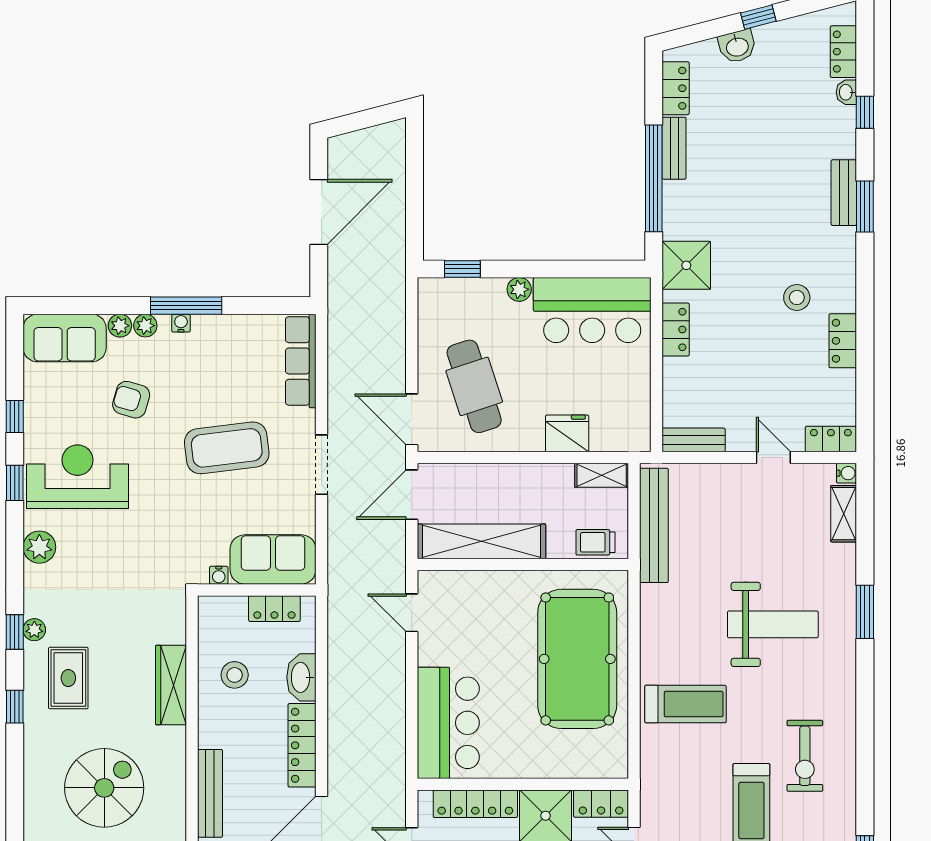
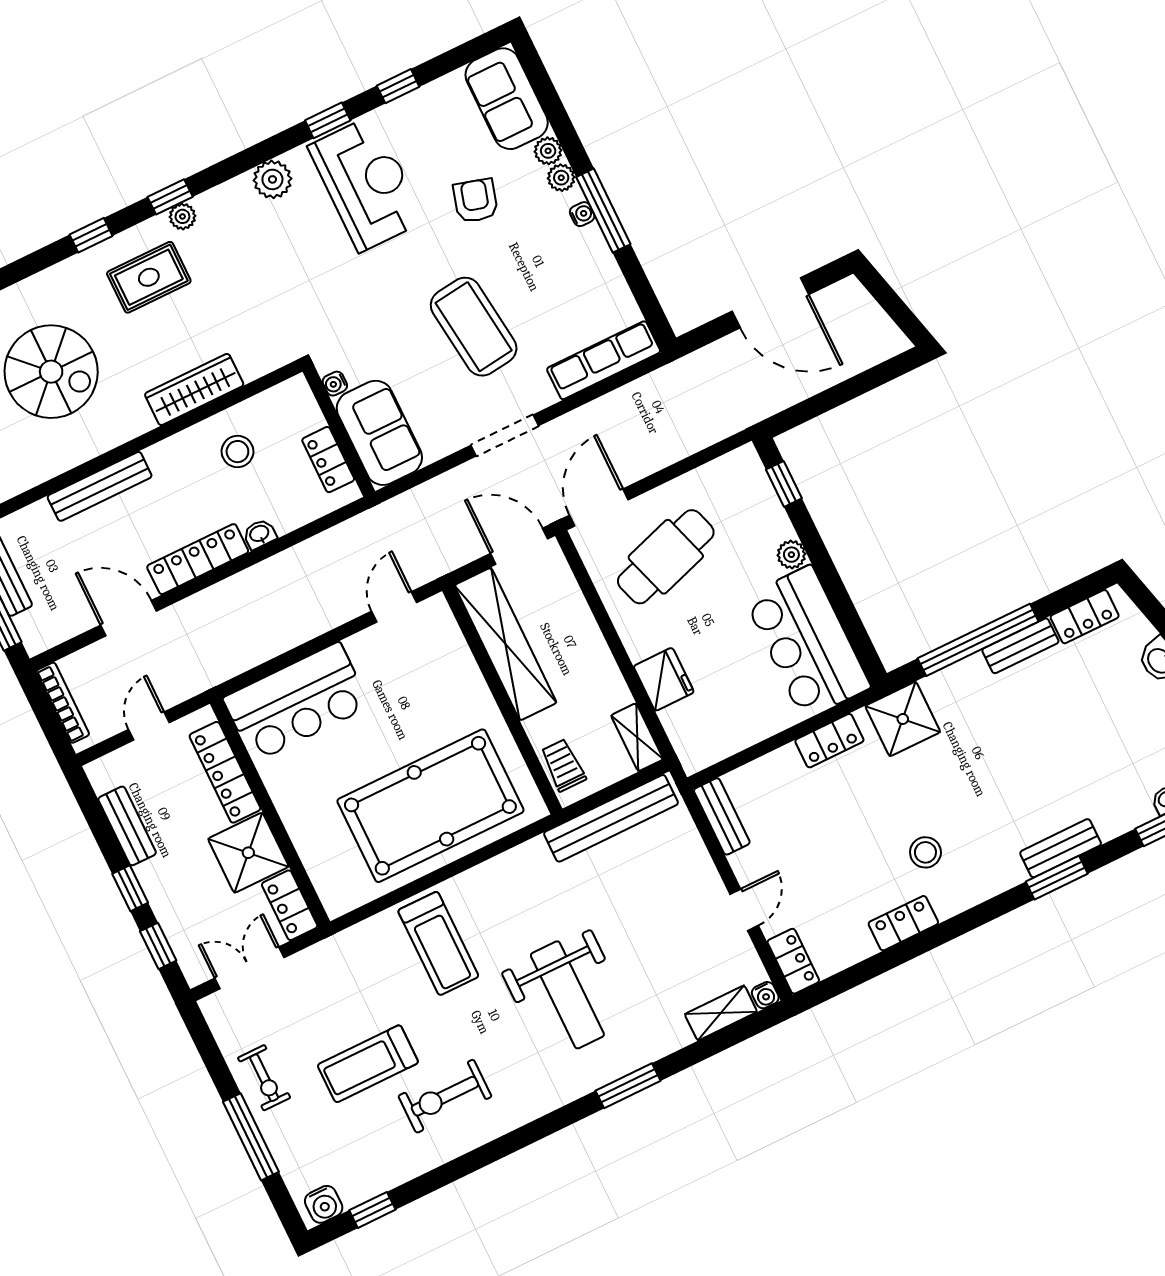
washbasin: (301, 677) -> (260, 534), width x0.52, depth x0.69

